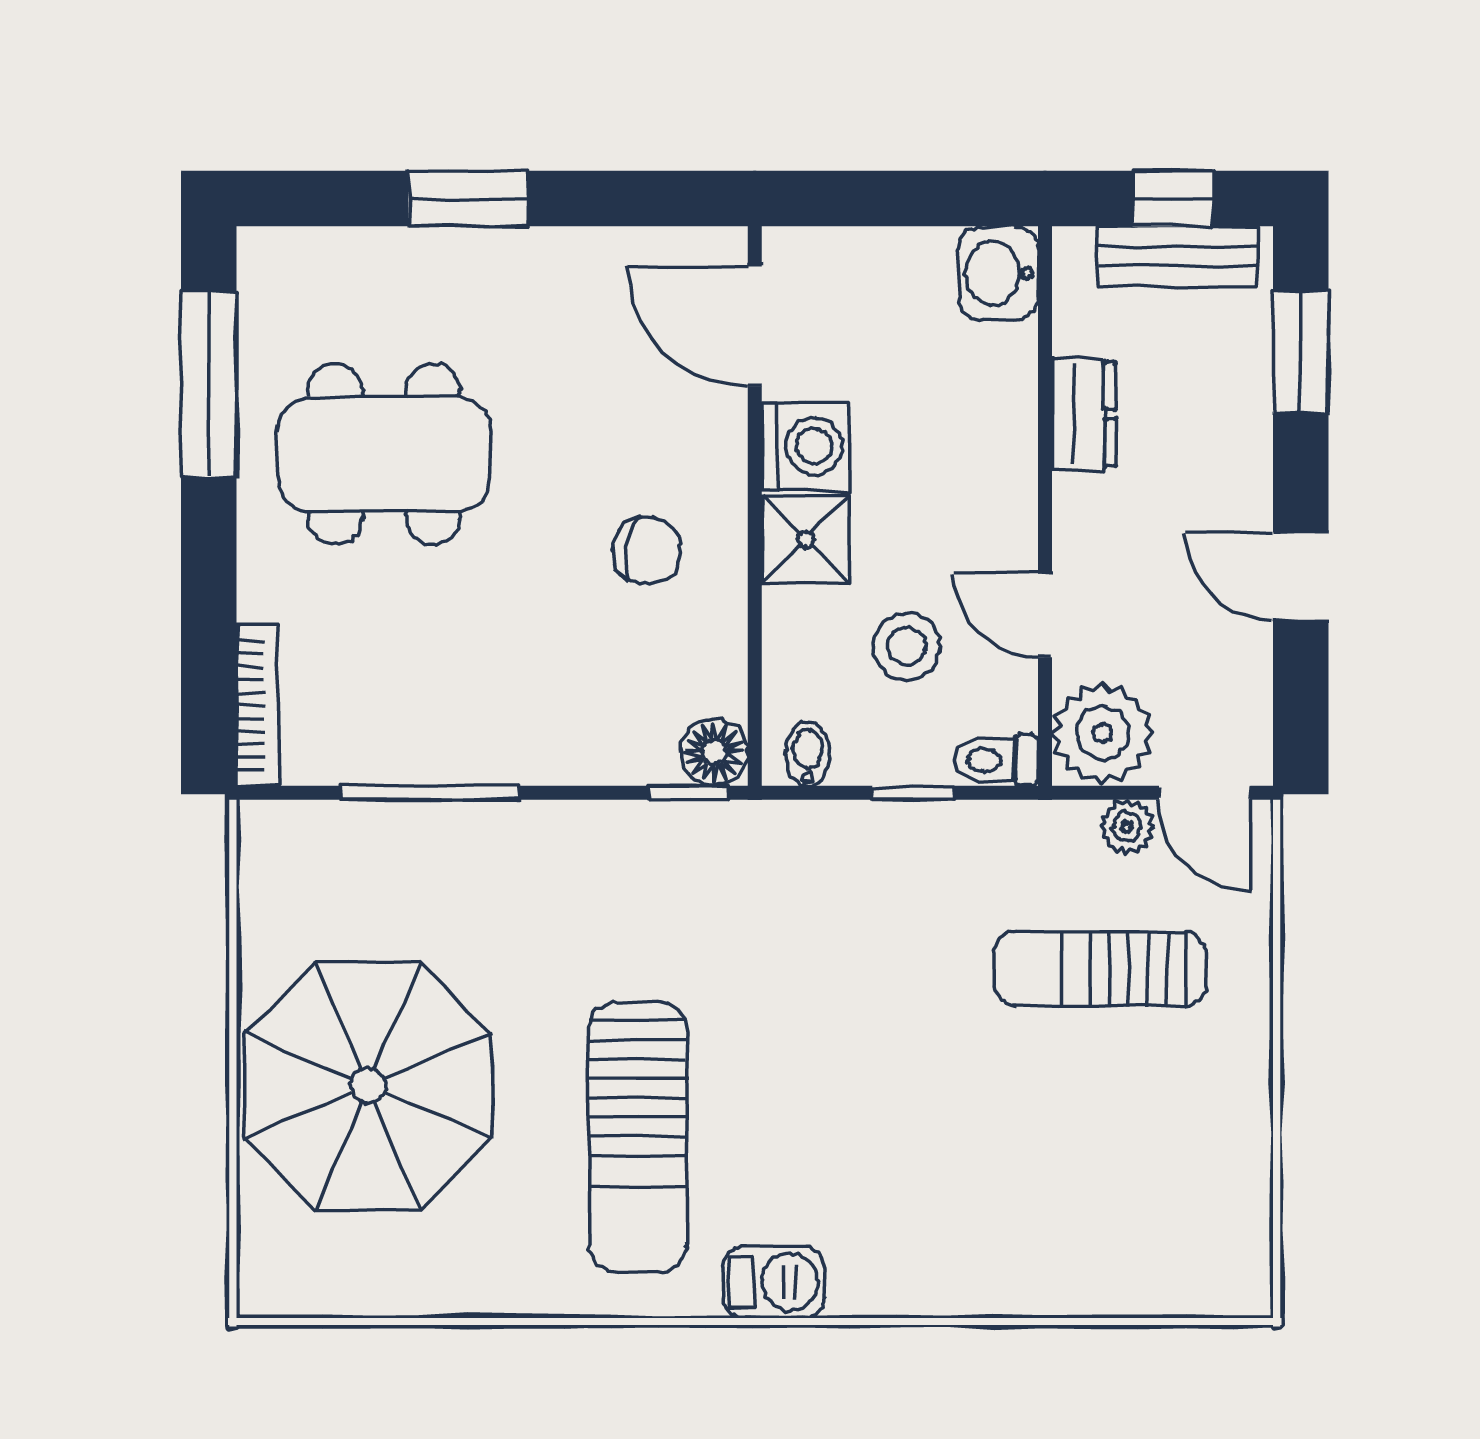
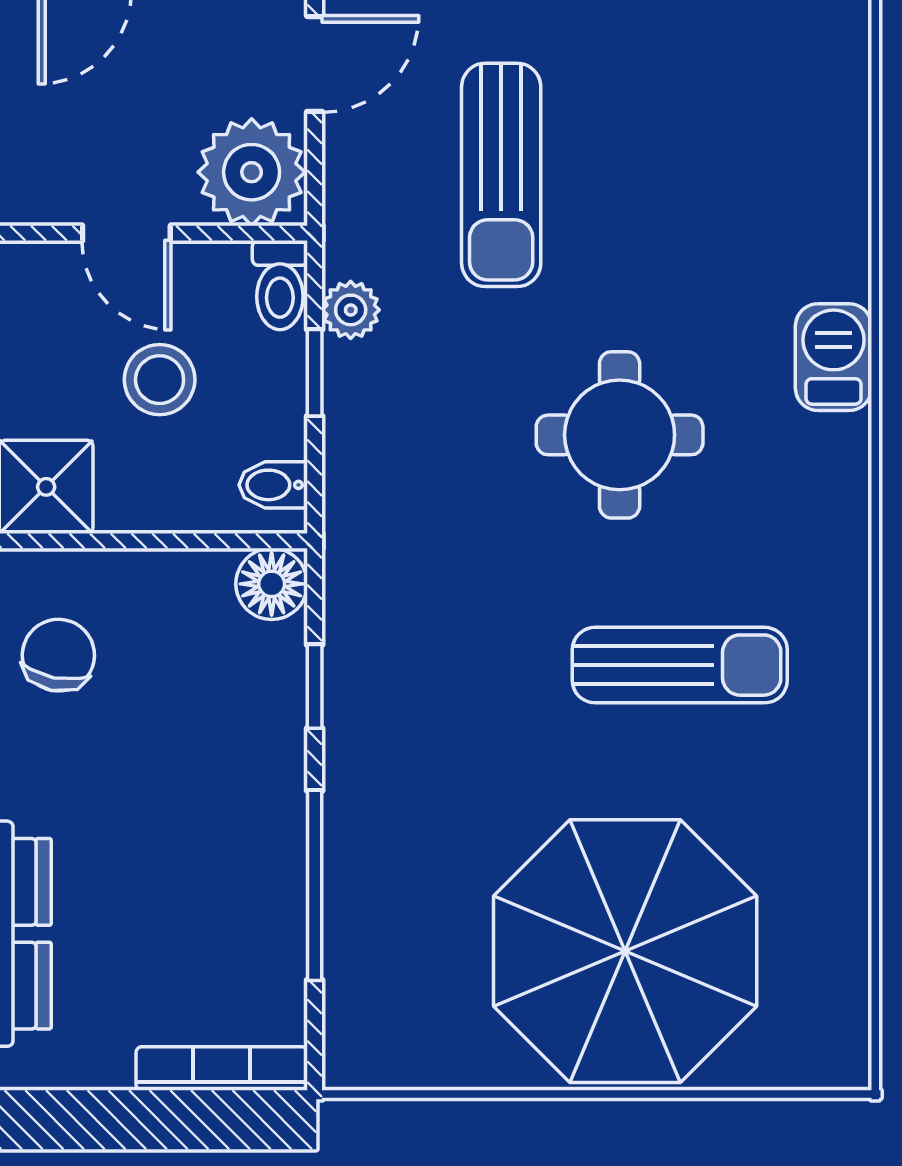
door: (1045, 615) -> (126, 233), hinge flipped
window: (689, 793) -> (315, 686), moved
plant: (1127, 827) -> (351, 310), moved
round table: (855, 1080) -> (620, 435), added
sun lounger: (638, 1137) -> (680, 665), width x0.73, depth x0.75
barbecue: (774, 1282) -> (834, 357), moved

